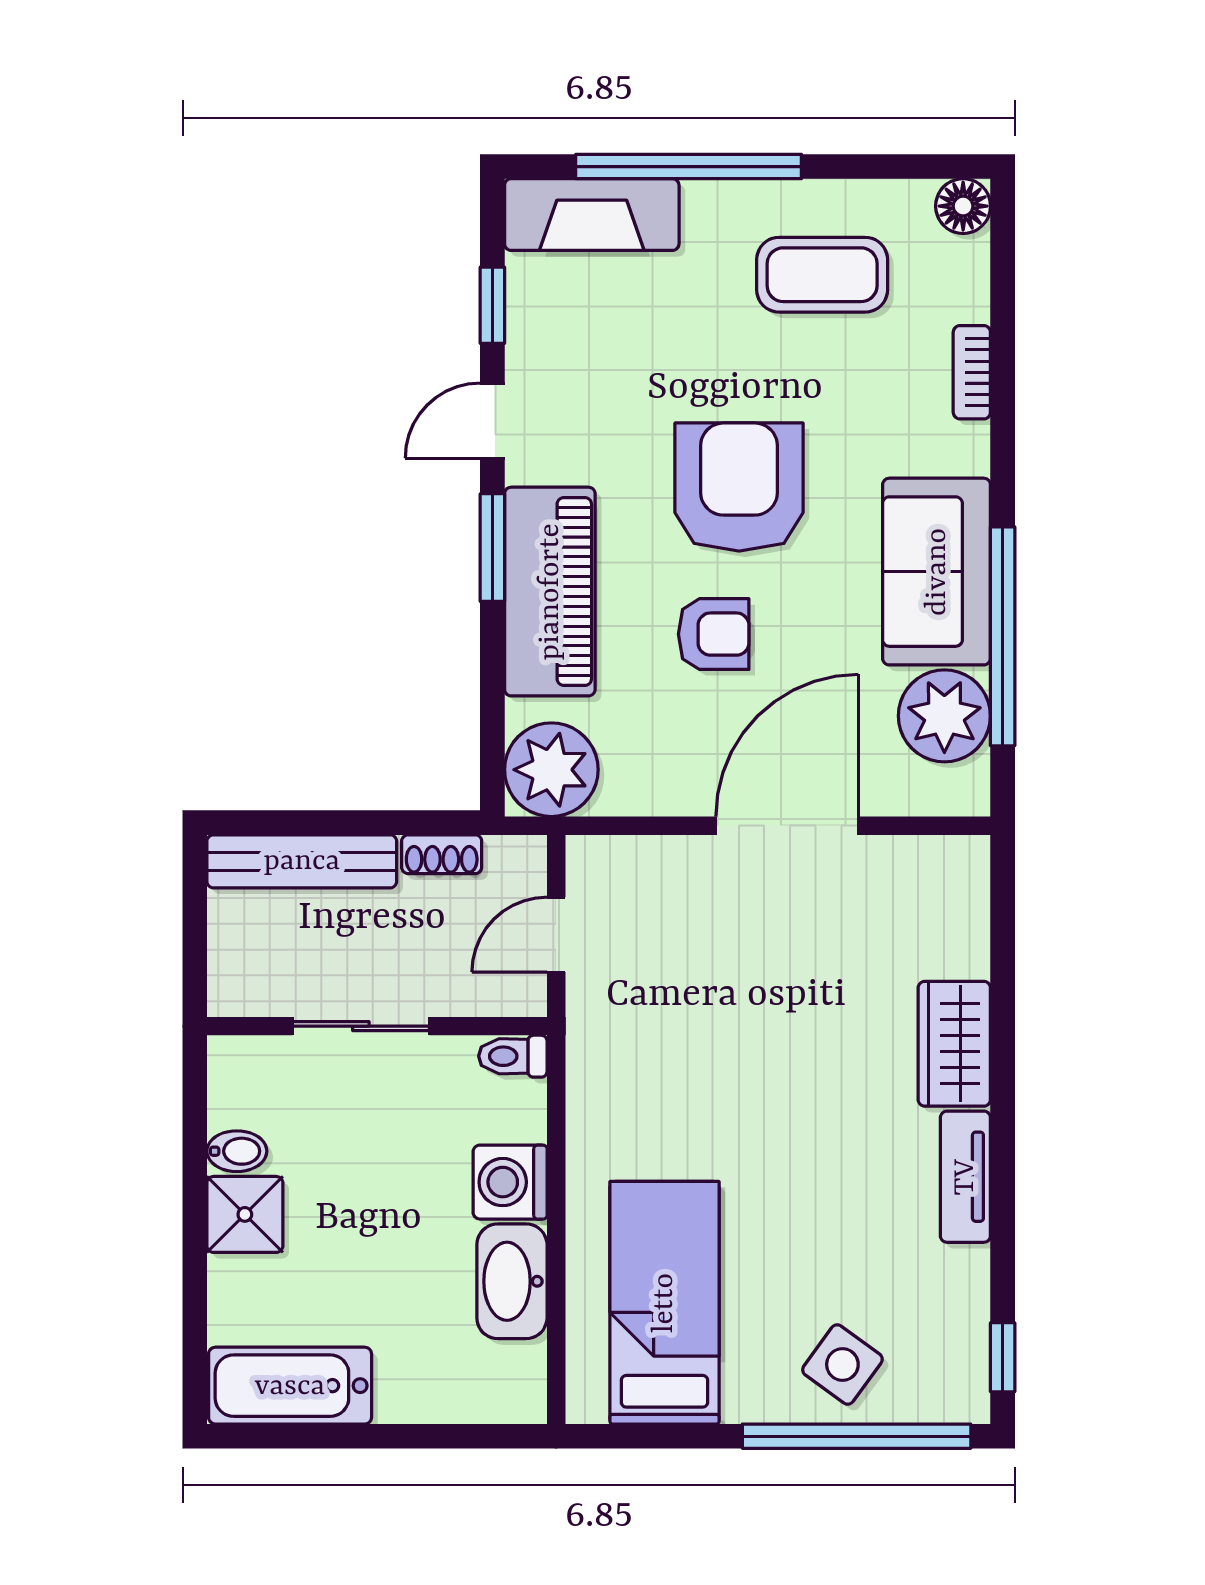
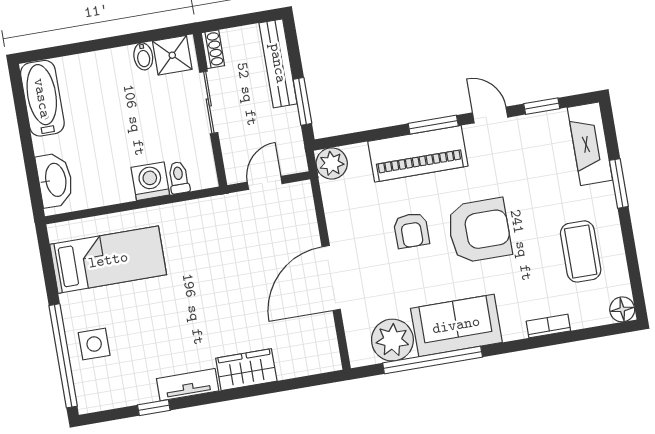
window: (689, 167) -> (619, 183), width x0.47
plant: (551, 770) -> (332, 163), width x0.73, depth x0.73
window: (393, 823) -> (302, 101), added
door: (787, 826) -> (331, 278), swing flipped
shoe rack: (442, 854) -> (213, 49), moved, turned 180
door: (556, 935) -> (265, 183), hinge flipped
toilet: (513, 1056) -> (179, 178), moved
shower: (245, 1214) -> (172, 55), moved
washbasin: (512, 1281) -> (55, 180), moved, turned 90
window: (1003, 1357) -> (154, 408), moved
side table: (842, 1364) -> (94, 344), turned -36

